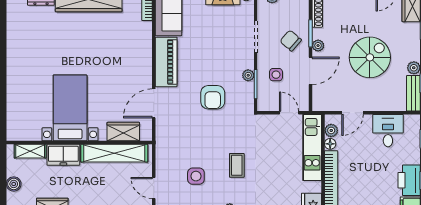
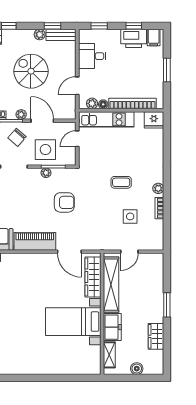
side table: (276, 75) -> (45, 150), width x1.87, depth x1.87
door: (352, 113) -> (77, 86), swing flipped
wardrobe: (123, 132) -> (93, 277), width x1.50
door: (154, 188) -> (129, 252), moved

